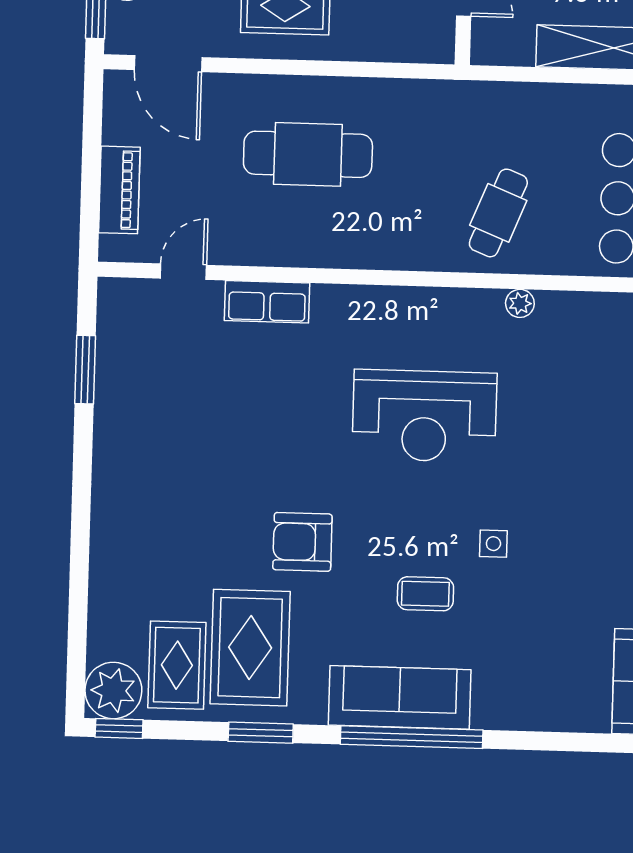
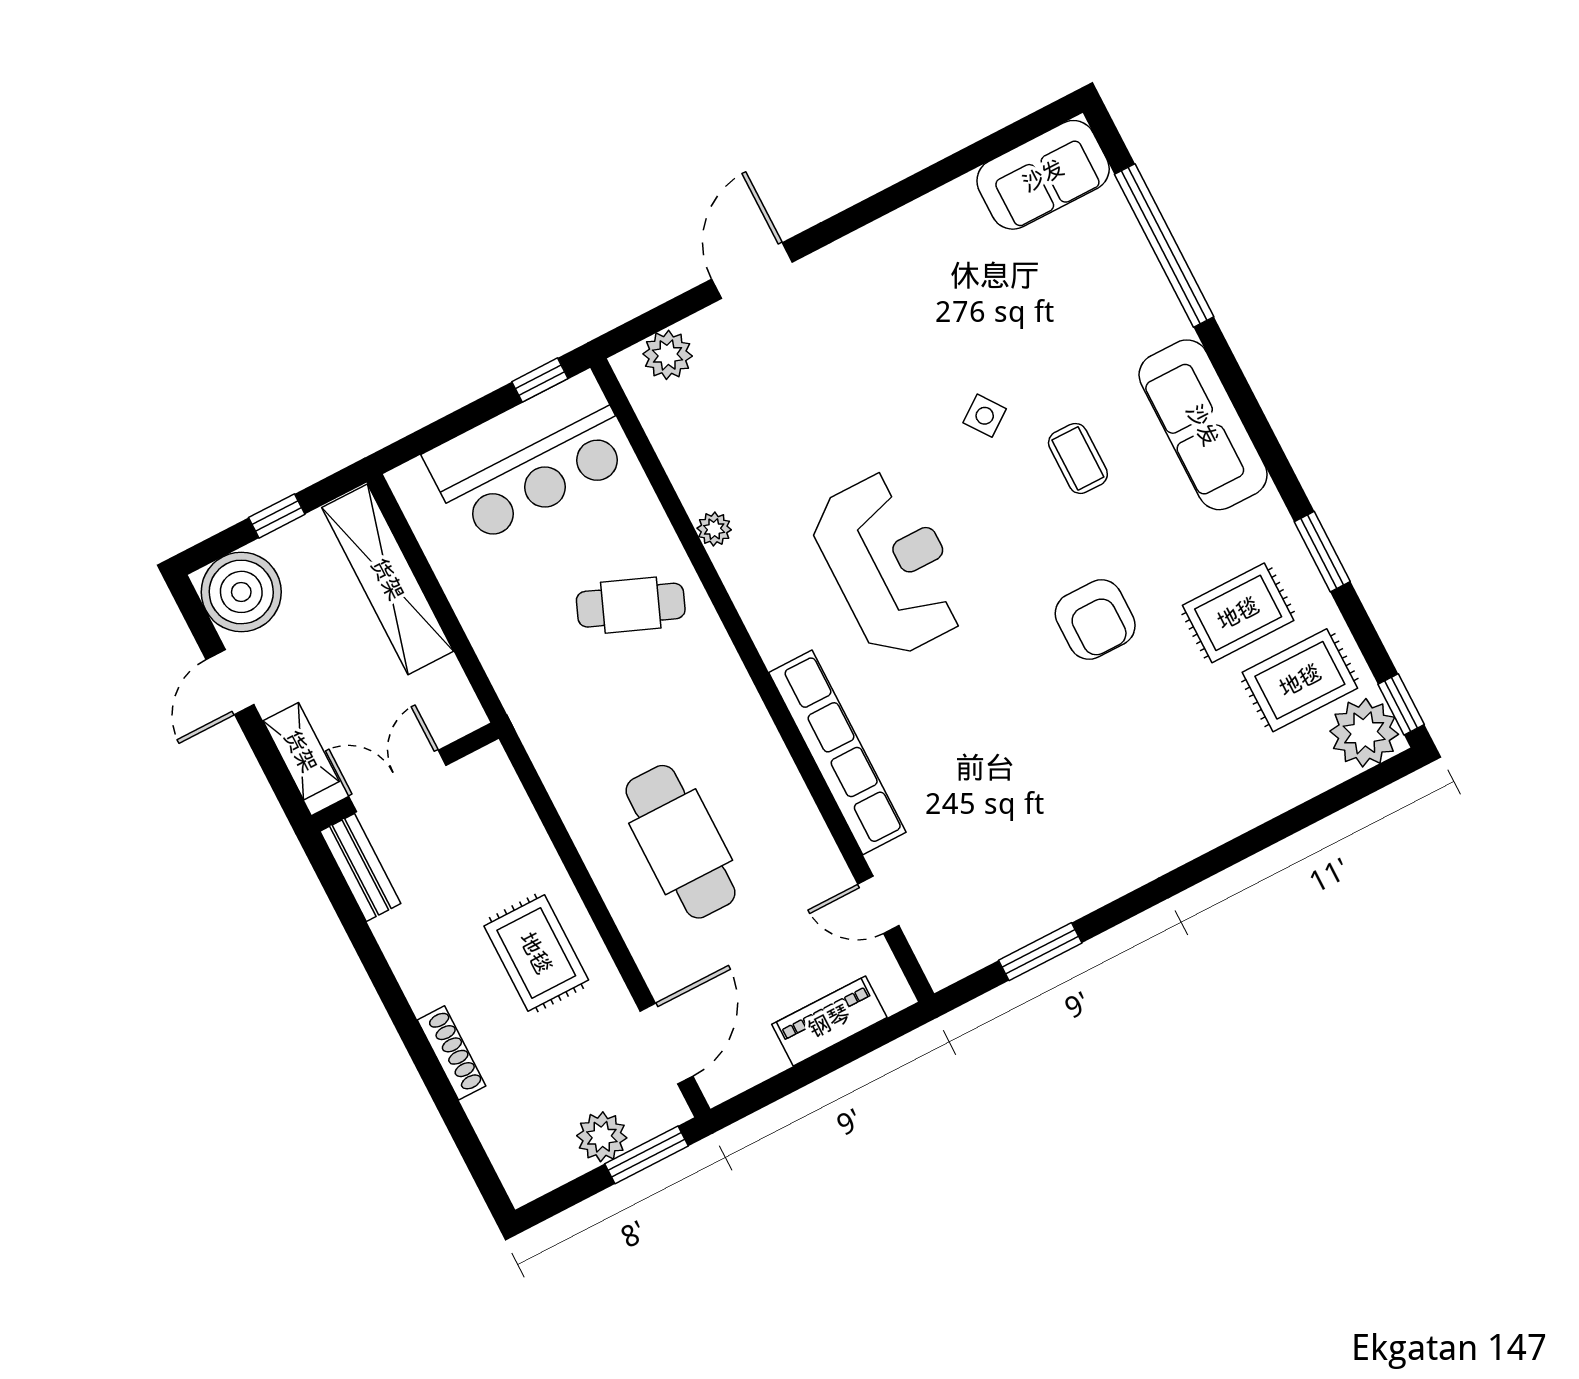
row of seats: (267, 302) -> (837, 752), width x2.02
side table: (493, 544) -> (985, 416), turned -36
rug: (250, 648) -> (1238, 613), width x0.73, depth x0.70
window: (412, 737) -> (1164, 245), moved

